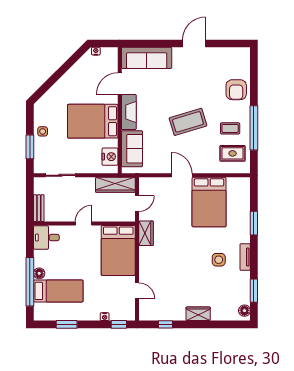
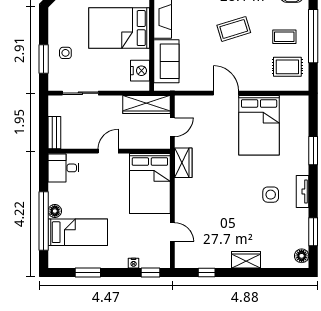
coffee table: (188, 122) -> (234, 29), width x0.73, depth x0.76
side table: (43, 131) -> (65, 53), moved

